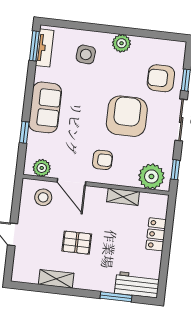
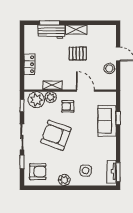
armchair: (161, 78) -> (38, 172), moved
sofa: (45, 107) -> (107, 121), moved
armchair: (127, 116) -> (56, 135), turned 110
plant: (42, 168) -> (51, 97), moved
stool: (43, 197) -> (109, 68), moved
shelving: (56, 279) -> (76, 30), moved
workbench: (137, 285) -> (51, 32), moved

